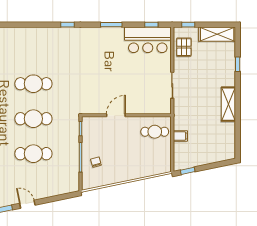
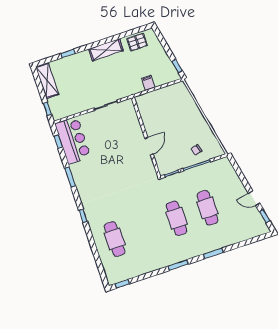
pallet: (184, 47) -> (137, 42), moved
cafe table: (33, 84) -> (115, 239), moved
door: (116, 115) -> (149, 146), swing flipped
cafe table: (155, 132) -> (152, 107), removed
door: (27, 204) -> (254, 198), hinge flipped

